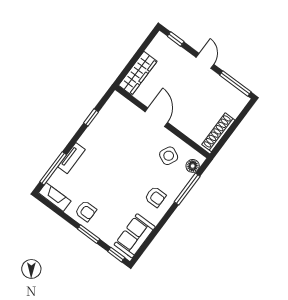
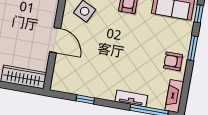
door: (156, 117) -> (55, 40), swing flipped
armchair: (86, 211) -> (173, 61), turned -90

